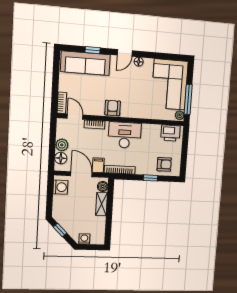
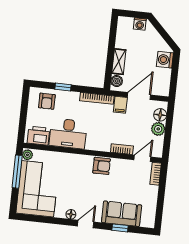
sofa: (85, 63) -> (122, 214), width x0.73
armchair: (113, 108) -> (102, 166), turned -90
door: (75, 117) -> (142, 158), swing flipped
desk: (125, 135) -> (68, 134), moved
armchair: (164, 164) -> (47, 101), turned -90
door: (81, 174) -> (139, 96), swing flipped
washing machine: (60, 187) -> (165, 60), moved
window: (60, 230) -> (166, 36), removed

